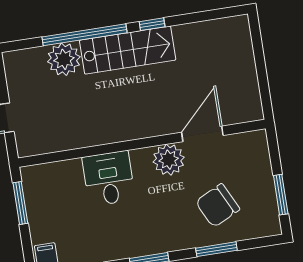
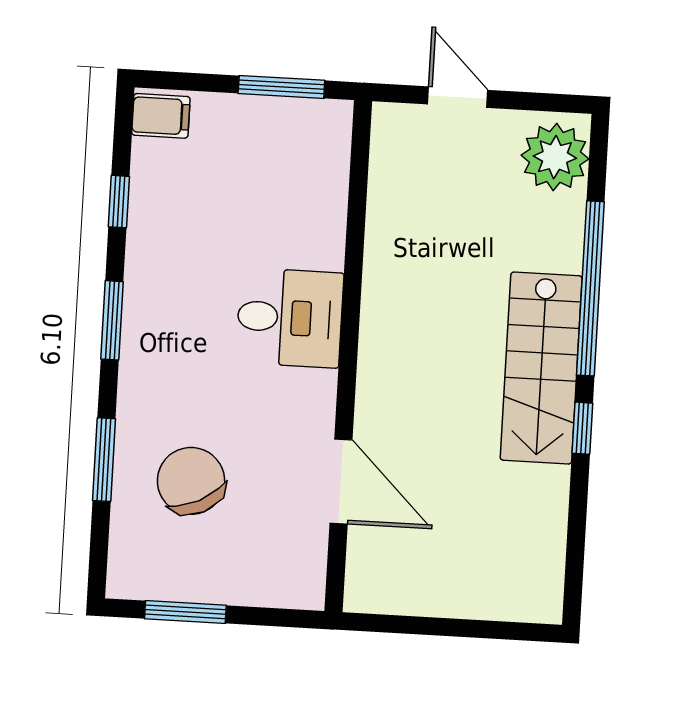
plant: (64, 59) -> (555, 157), moved
plant: (169, 160) -> (304, 403), removed
desk: (109, 179) -> (290, 318), moved

